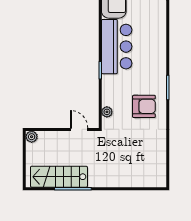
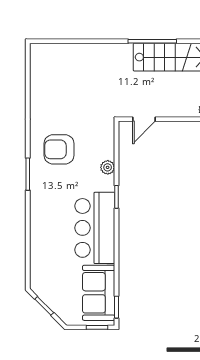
plant: (107, 112) -> (108, 167), moved
door: (79, 129) -> (144, 119), hinge flipped

